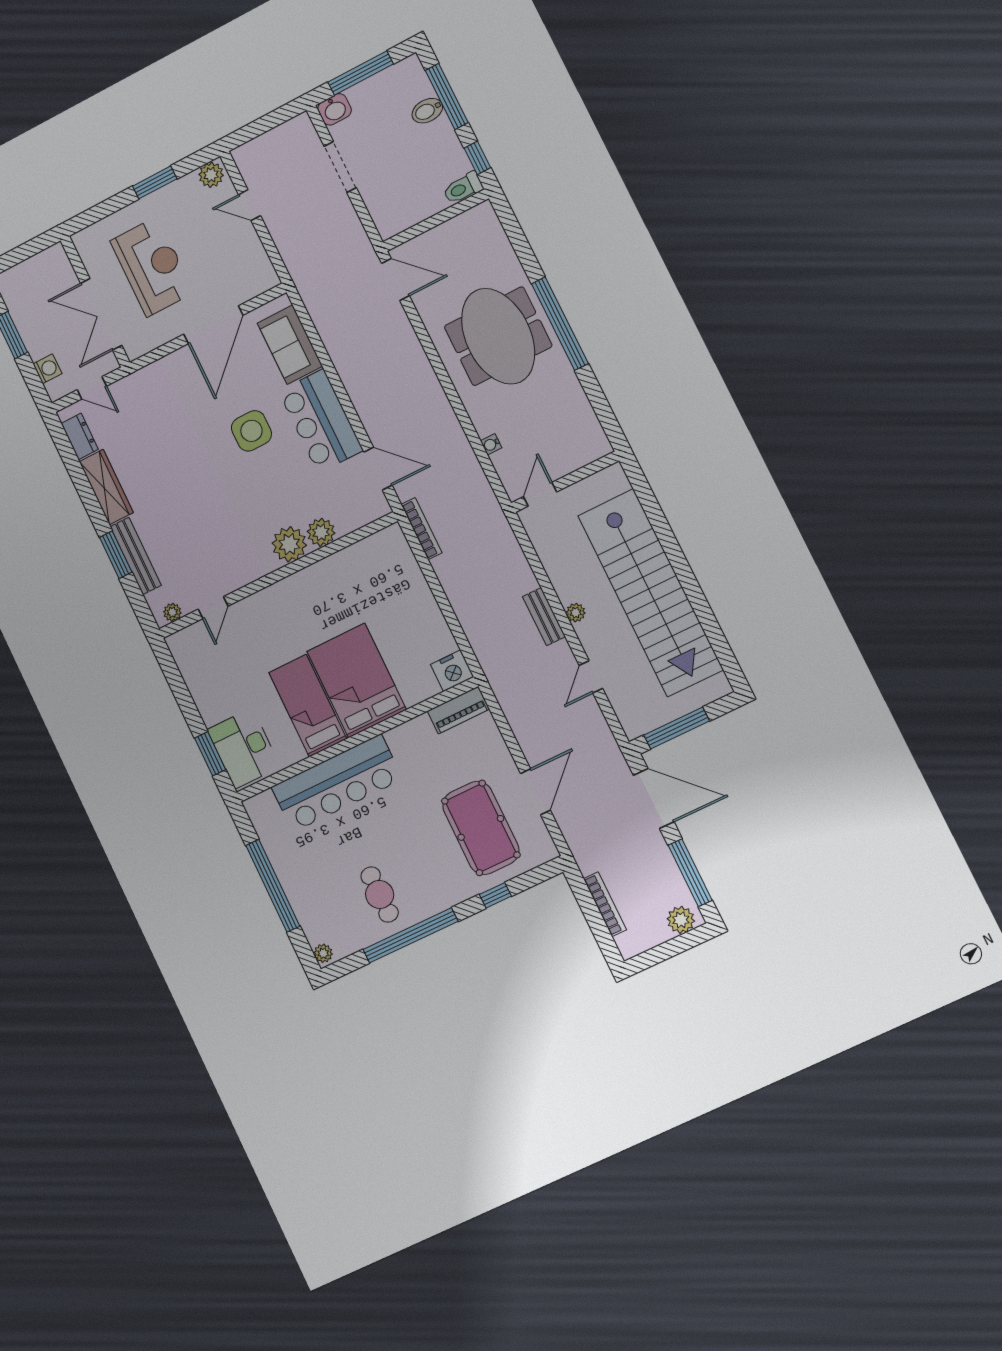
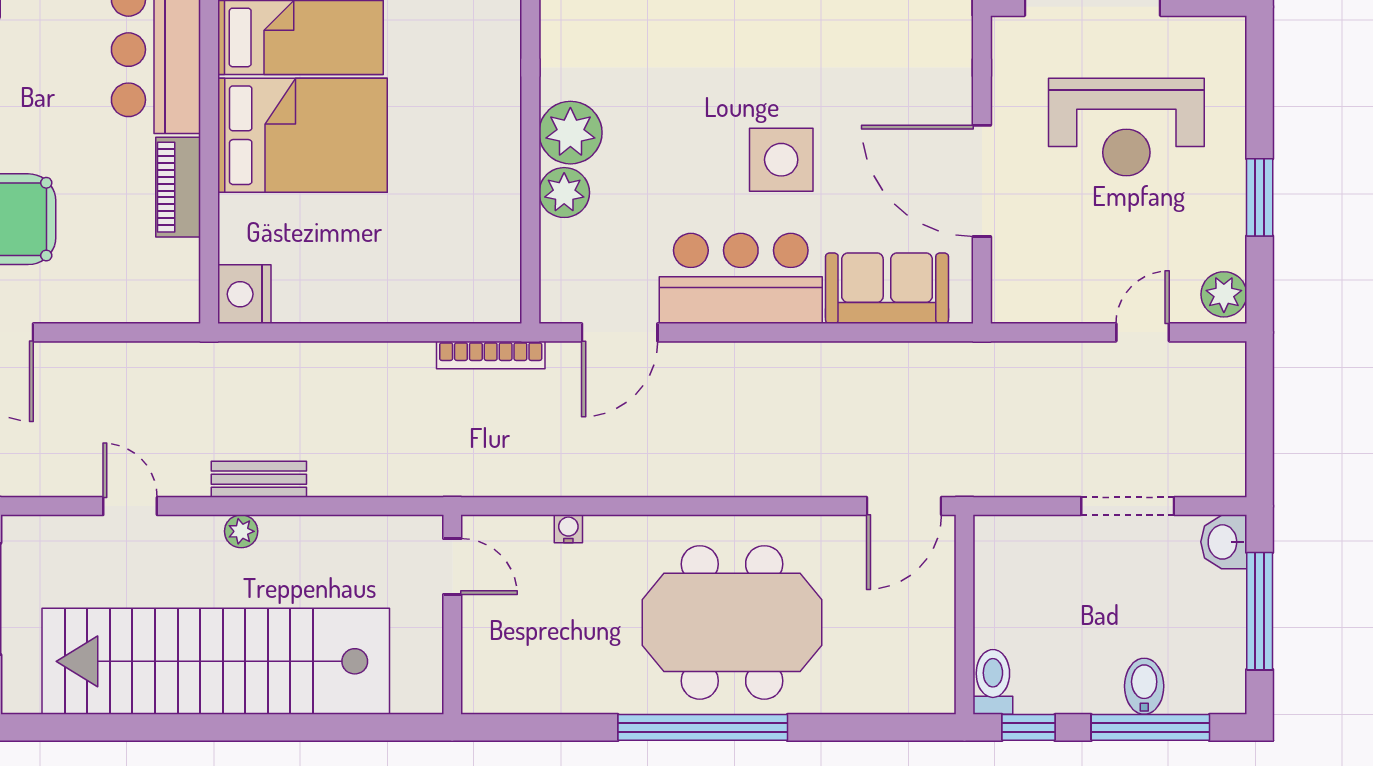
piano: (458, 710) -> (178, 187), moved

